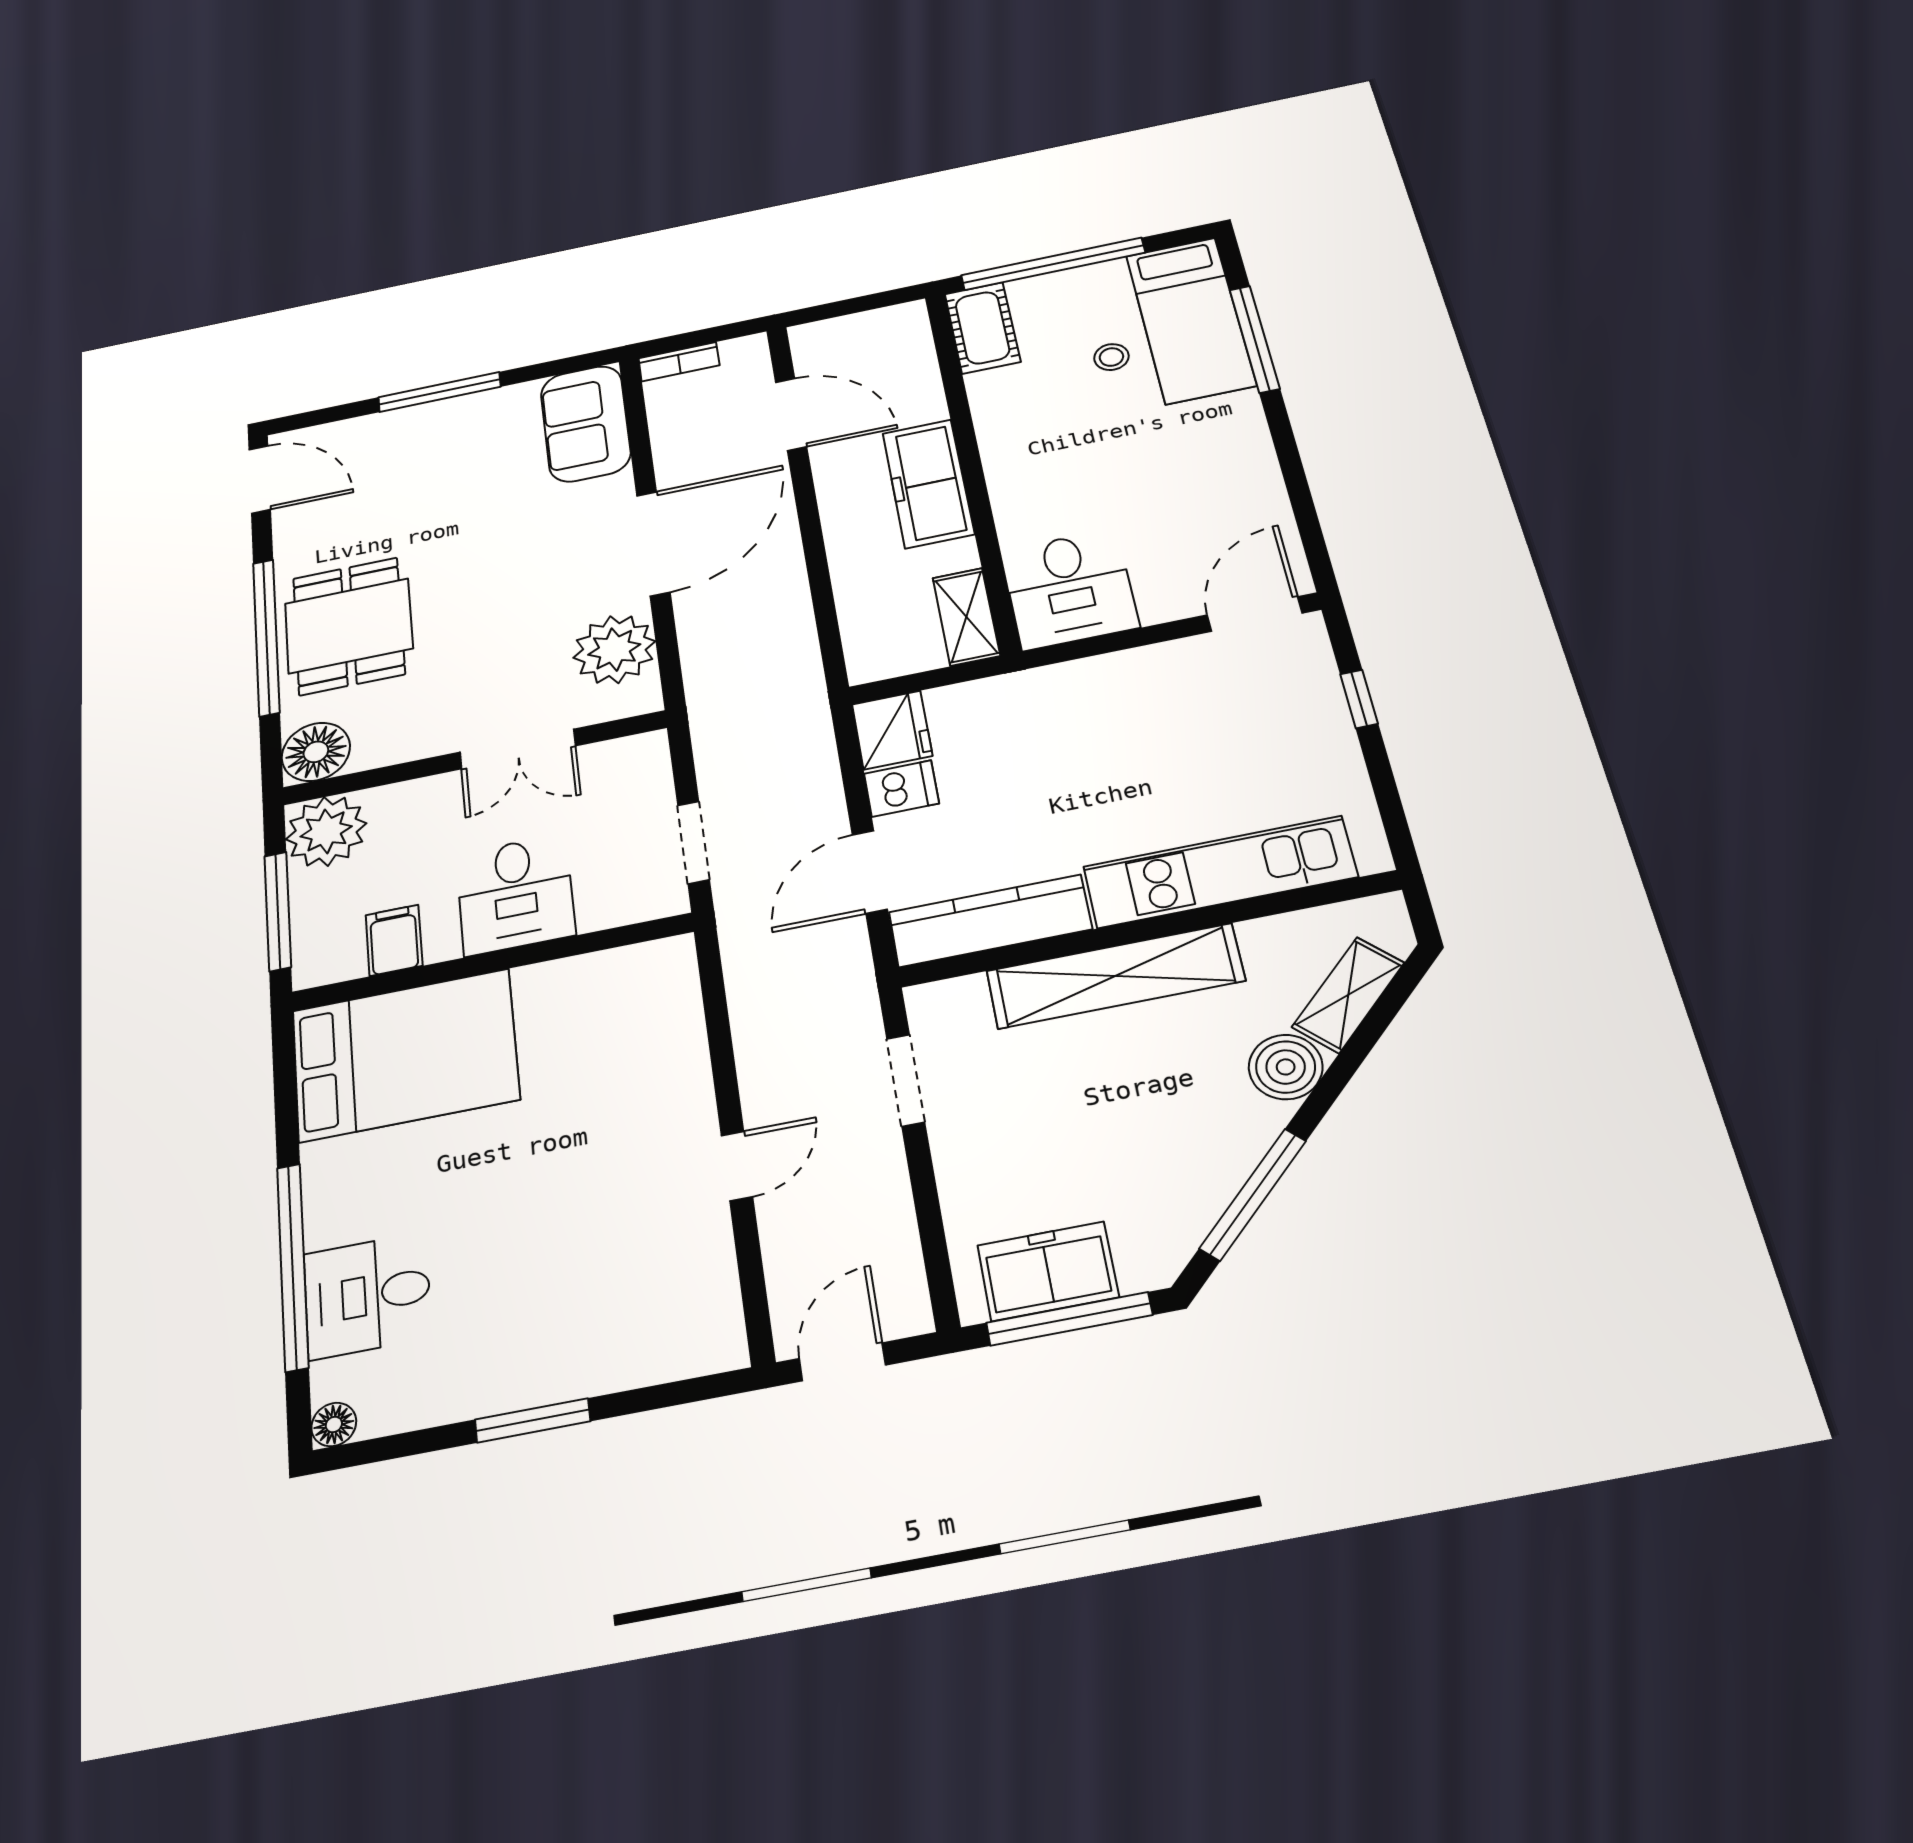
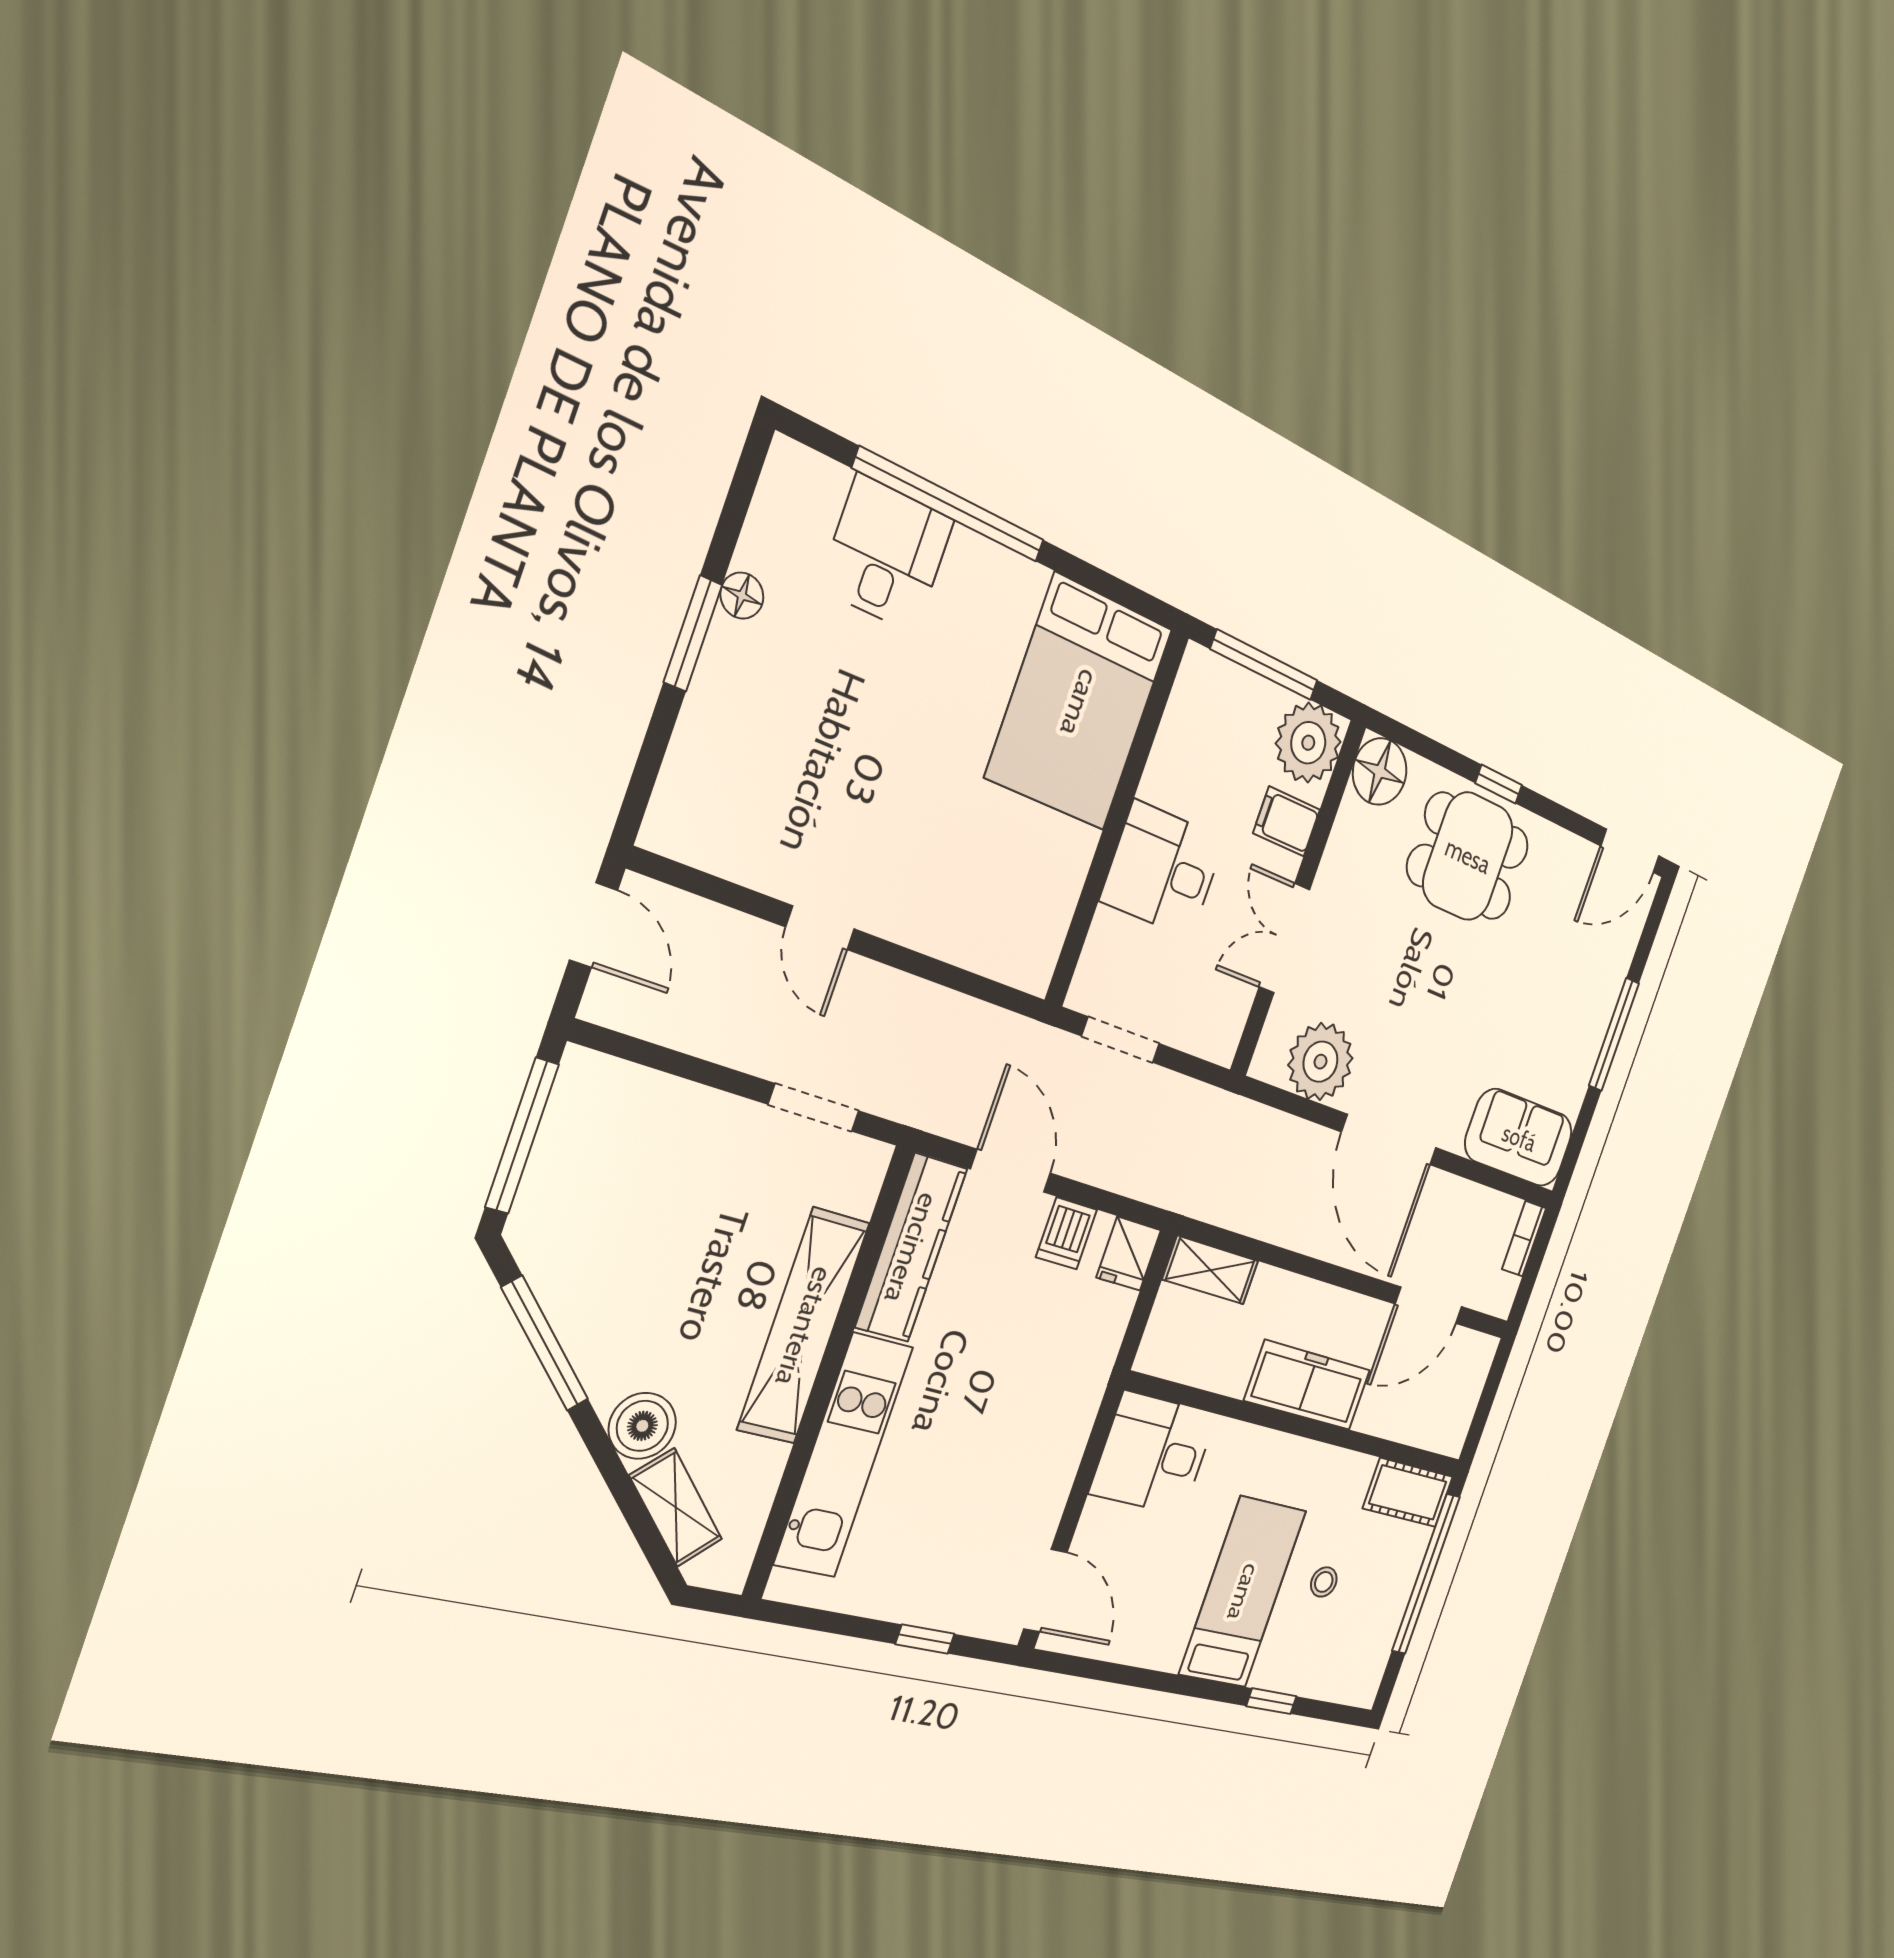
bed: (1191, 320) -> (1243, 1592), moved, turned 90
window: (1255, 339) -> (1271, 1701), width x0.46
shelving: (966, 617) -> (1210, 1270), moved
window: (266, 637) -> (1499, 784), width x0.32
fridge: (892, 730) -> (1129, 1254), width x0.72
filing cabinet: (394, 940) -> (1287, 821), moved, turned 180
freezer: (1048, 1271) -> (575, 1139), removed
floor lamp: (334, 1424) -> (742, 596), moved

